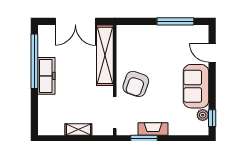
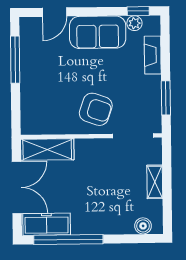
shelving: (105, 55) -> (47, 150), width x0.68
freezer: (46, 76) -> (47, 224), moved
boiler: (44, 120) -> (143, 226), added
fireplace: (153, 129) -> (153, 55), moved

